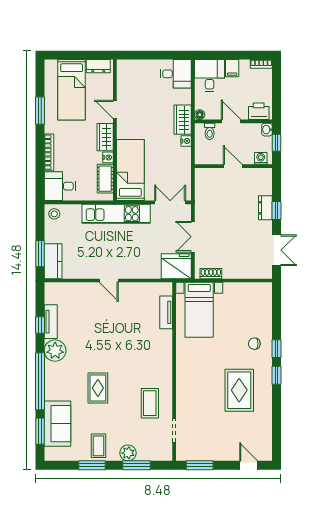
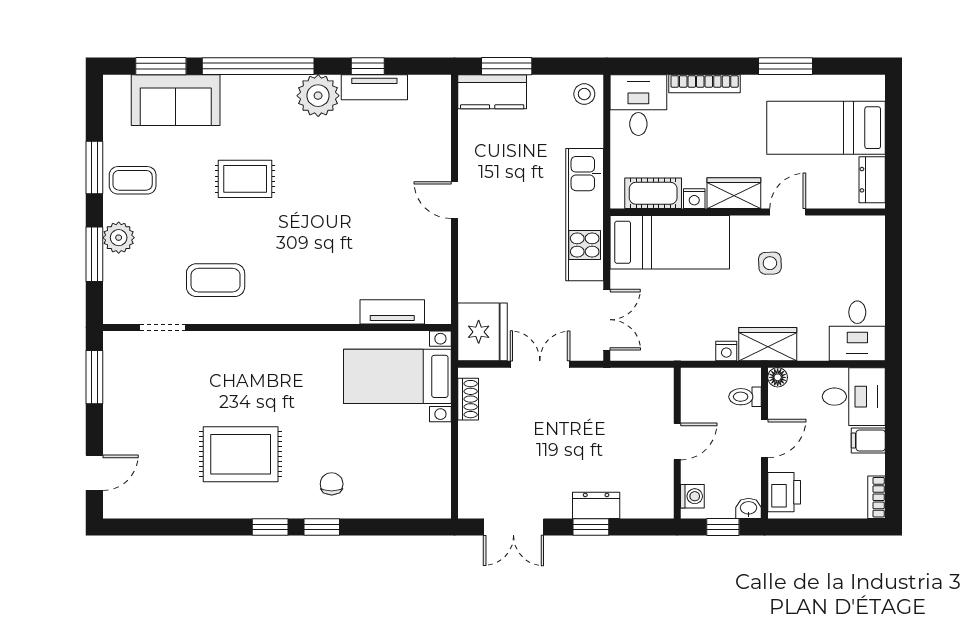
side table: (141, 119) -> (770, 263), added
door: (109, 280) -> (455, 200), hinge flipped

